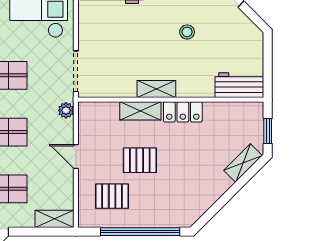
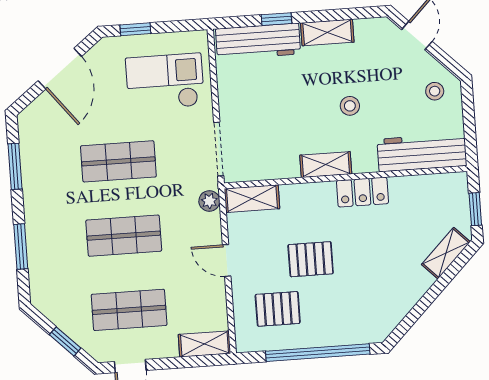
stool: (187, 32) -> (350, 106), moved
stool: (243, 39) -> (435, 91), added
workbench: (239, 85) -> (422, 152), width x1.38
shelving: (140, 111) -> (252, 199), moved

